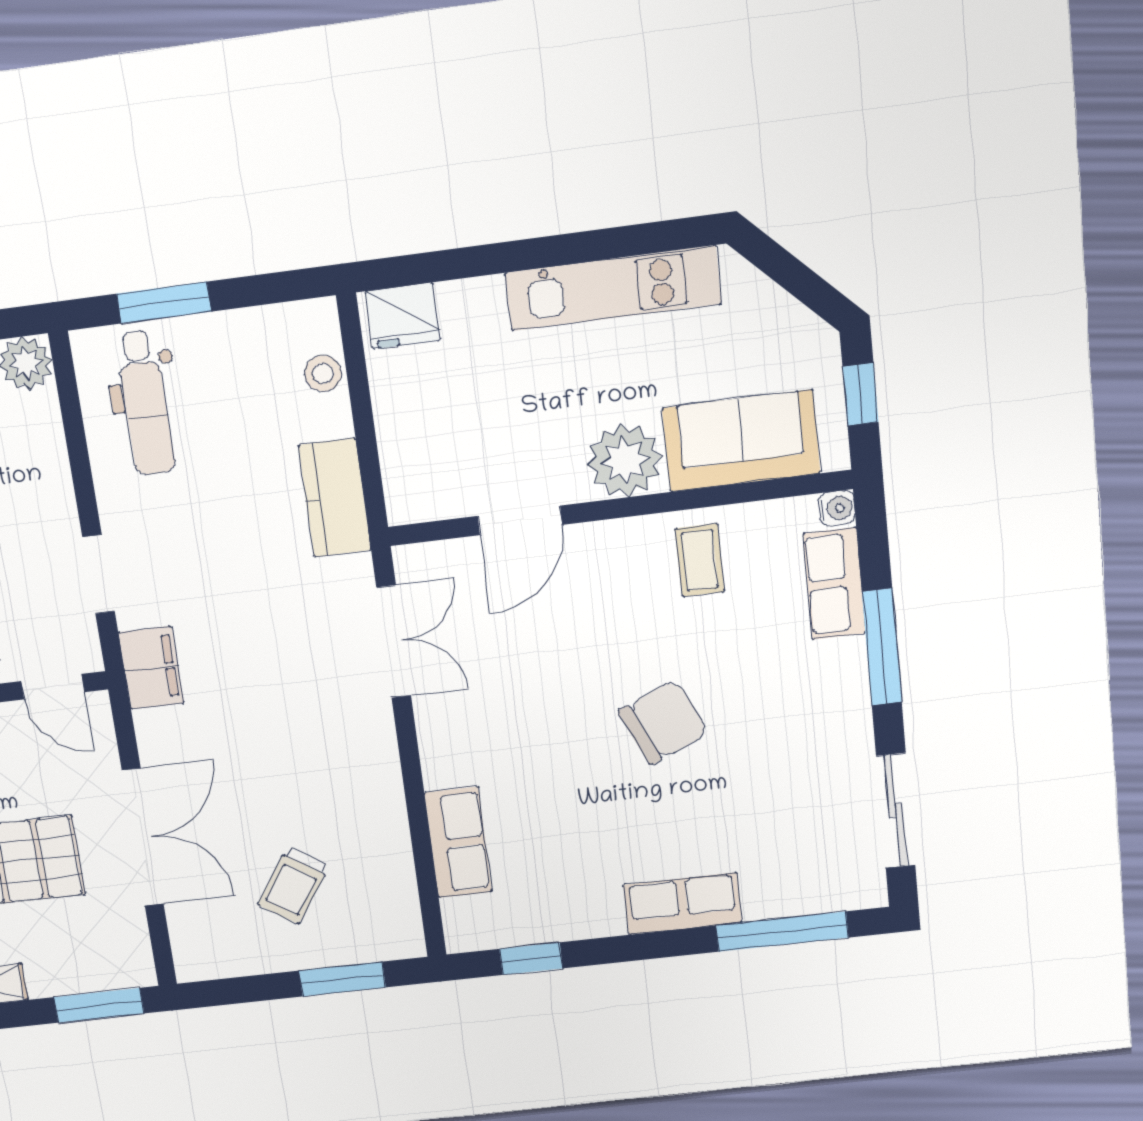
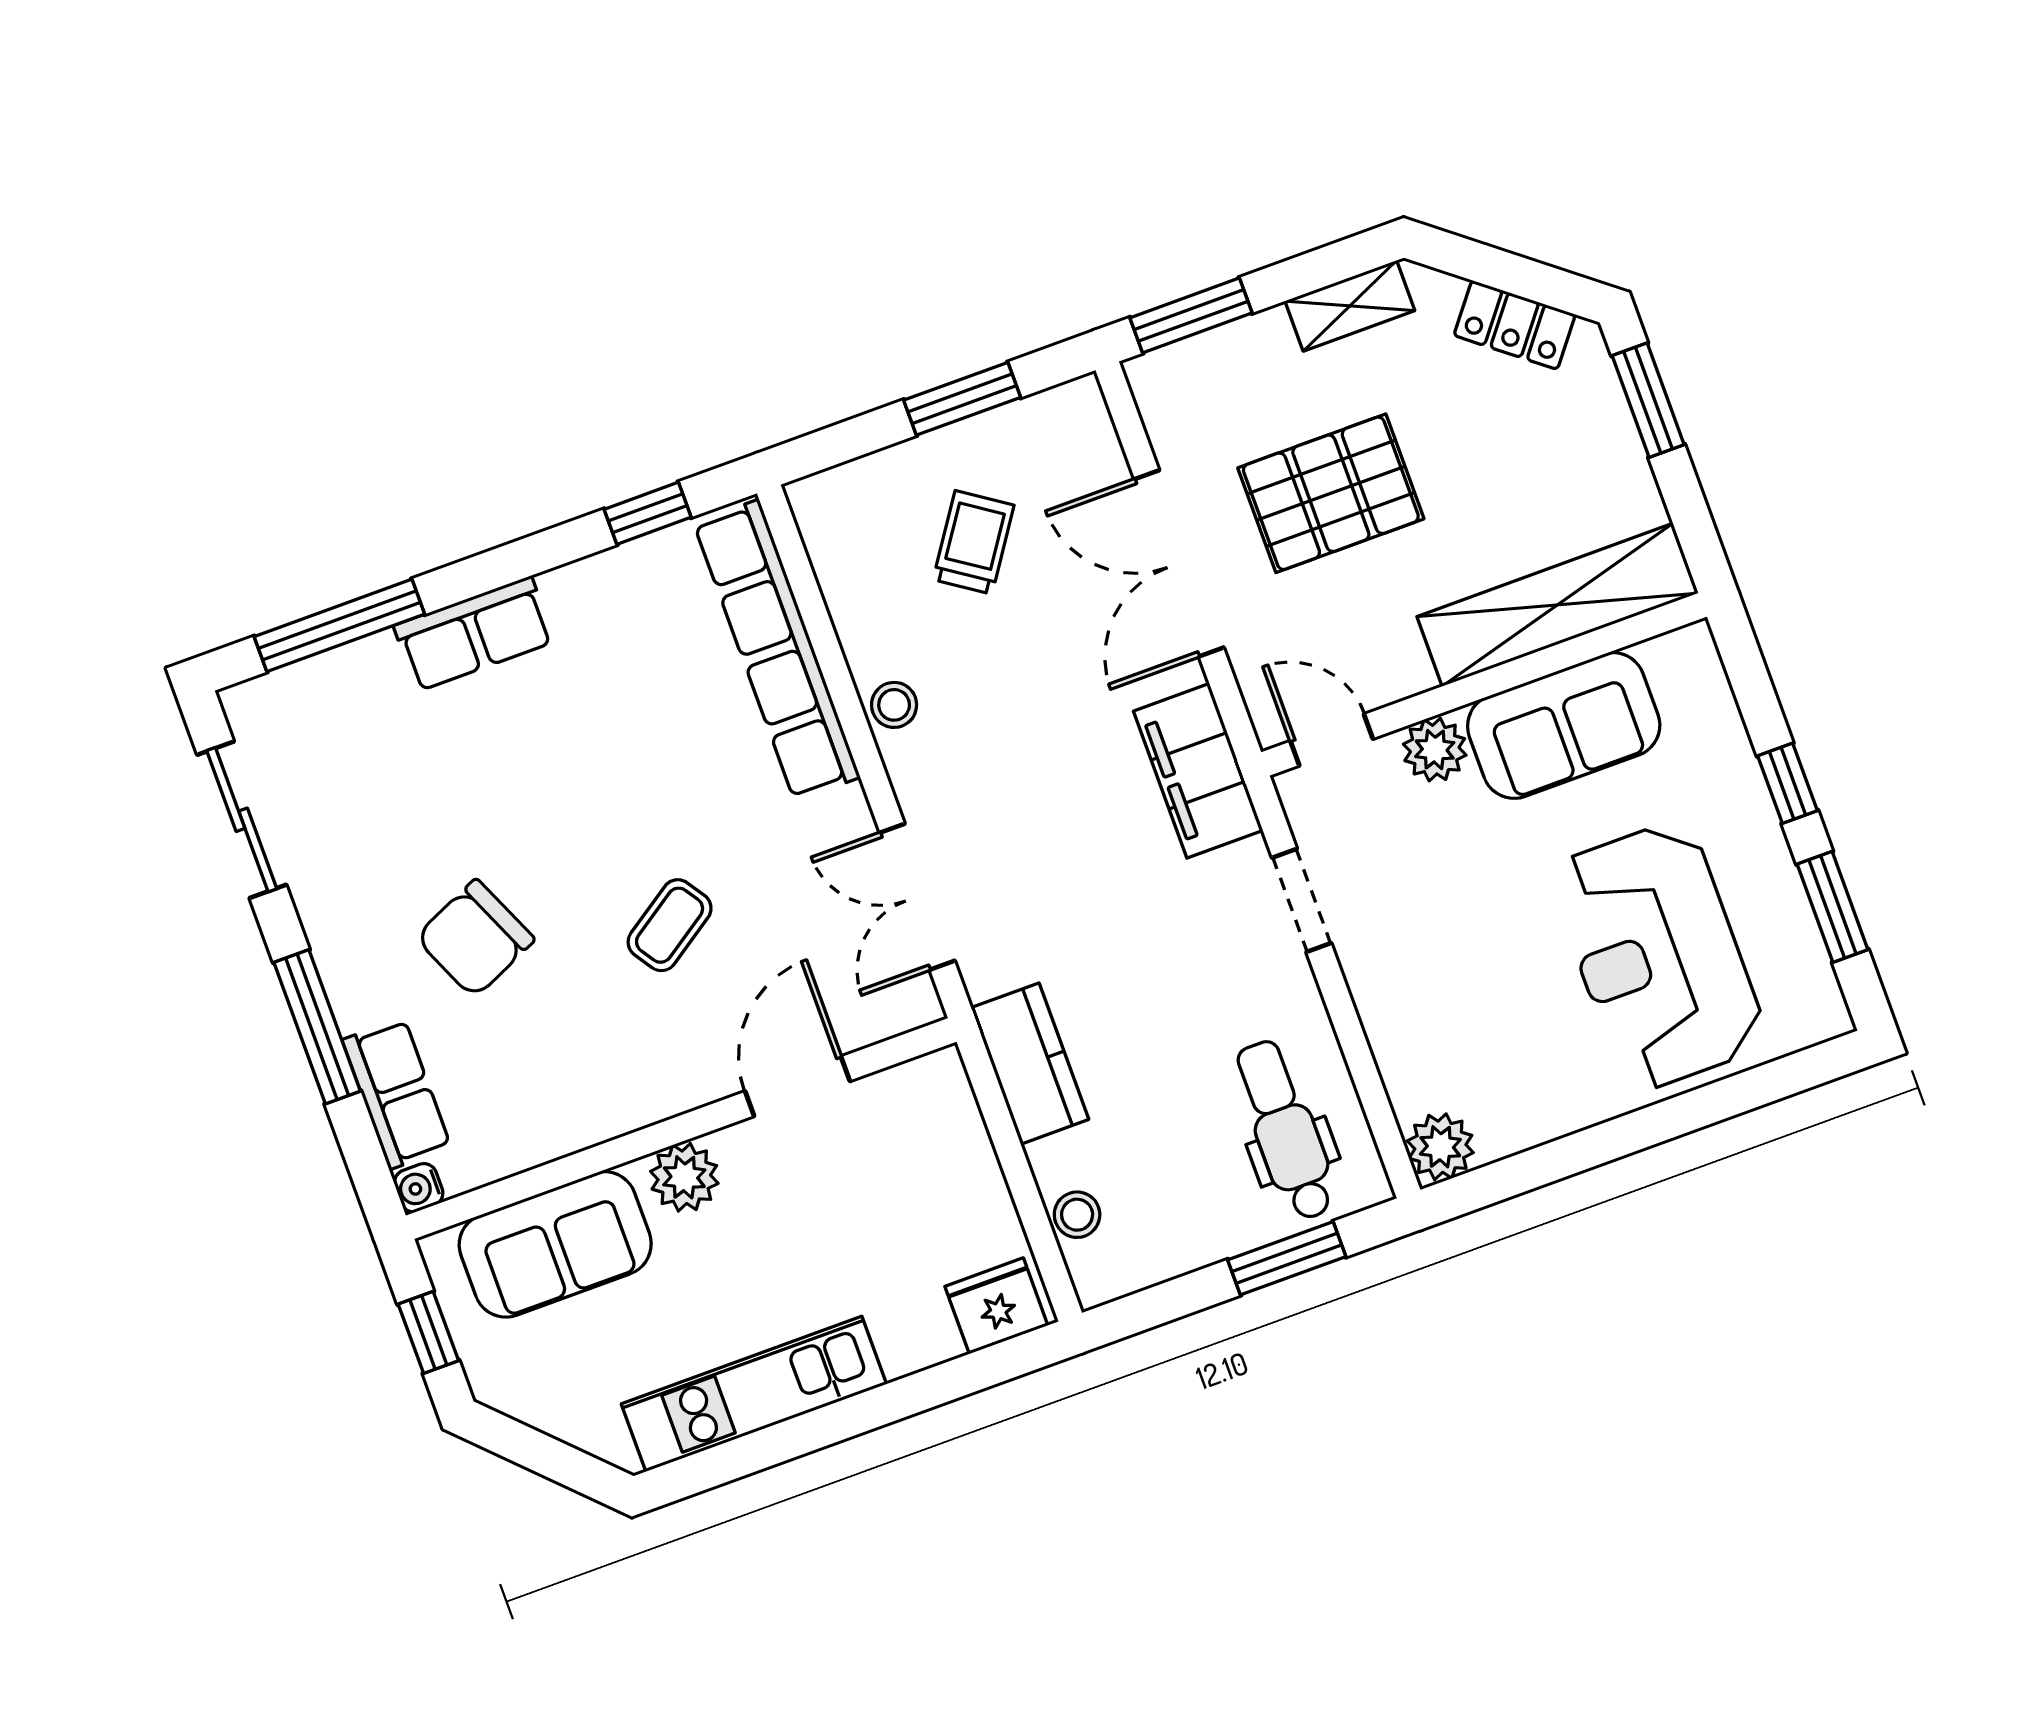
plant: (625, 461) -> (684, 1177), width x0.73, depth x0.73
coffee table: (700, 560) -> (670, 925), moved, turned 56
filing cabinet: (151, 668) -> (1198, 771), width x1.50, depth x1.17
chair: (663, 722) -> (475, 938), moved
stool: (379, 784) -> (894, 705), added
row of seats: (458, 842) -> (777, 650), width x2.02
window: (342, 979) -> (962, 399), moved

